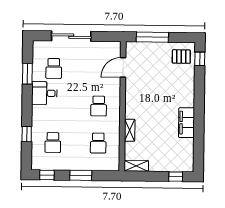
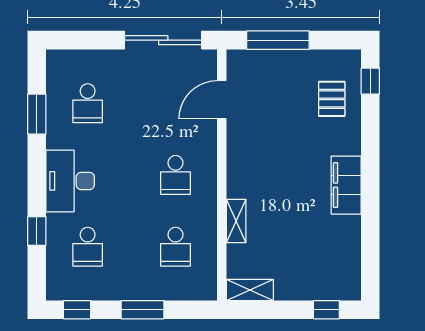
sliding door: (71, 36) -> (163, 40), moved
pallet: (181, 57) -> (332, 99), moved, turned 90
desk: (44, 93) -> (70, 181), moved, width x1.37
filing cabinet: (187, 123) -> (346, 185), moved

